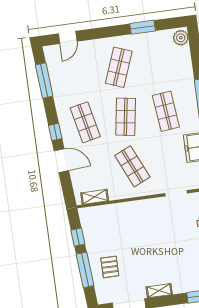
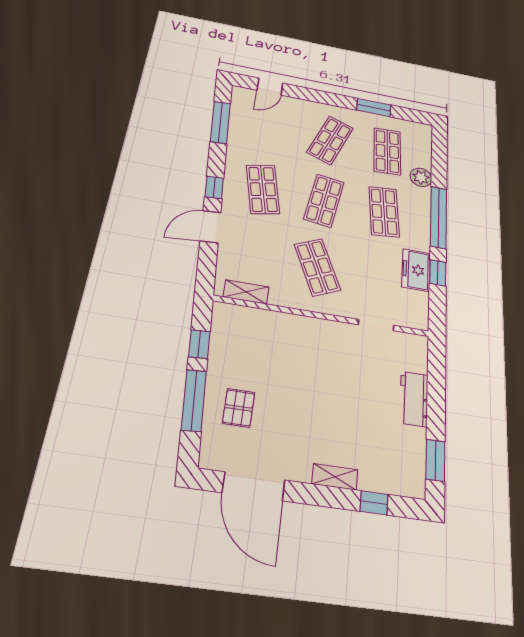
plant: (181, 38) -> (421, 177), moved
shop shelf: (159, 62) -> (387, 151), added
door: (61, 161) -> (210, 227), swing flipped
shelving: (159, 291) -> (335, 477), moved

